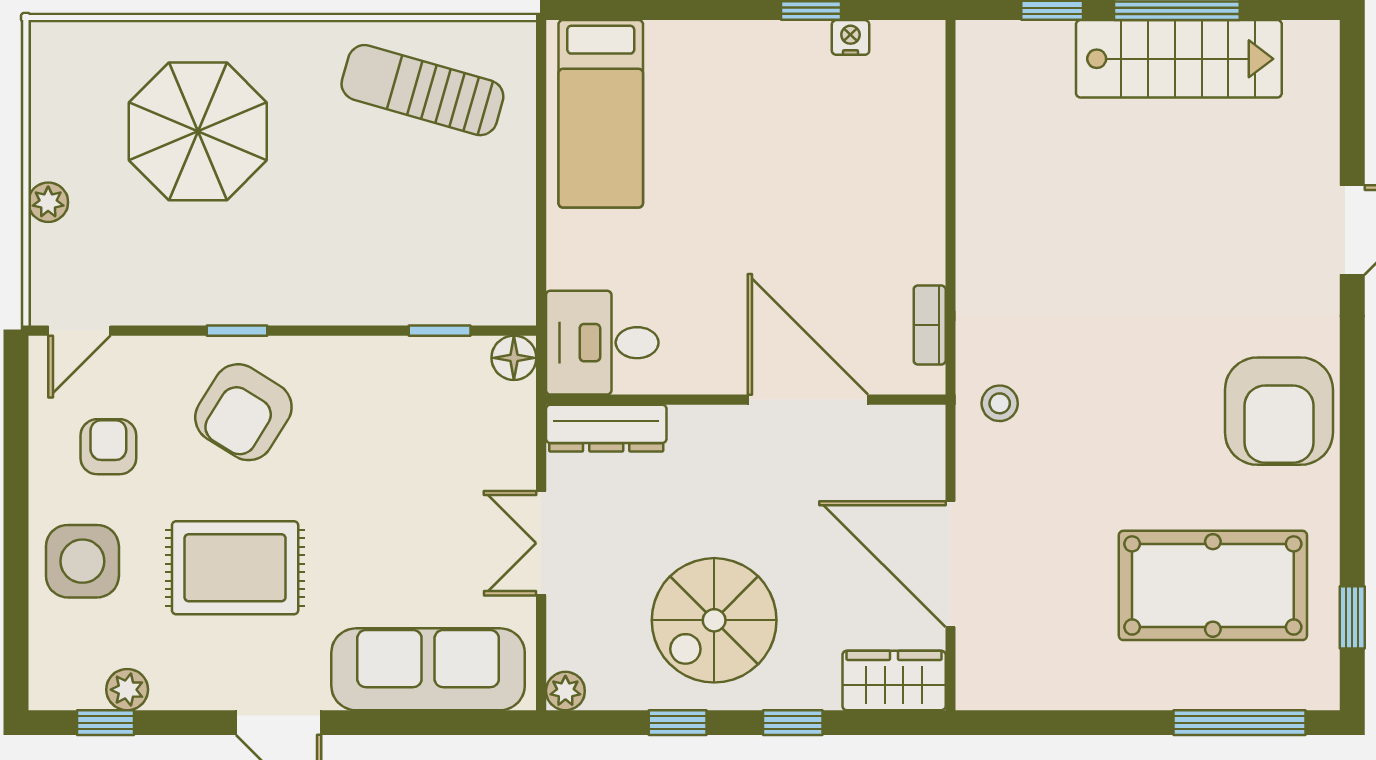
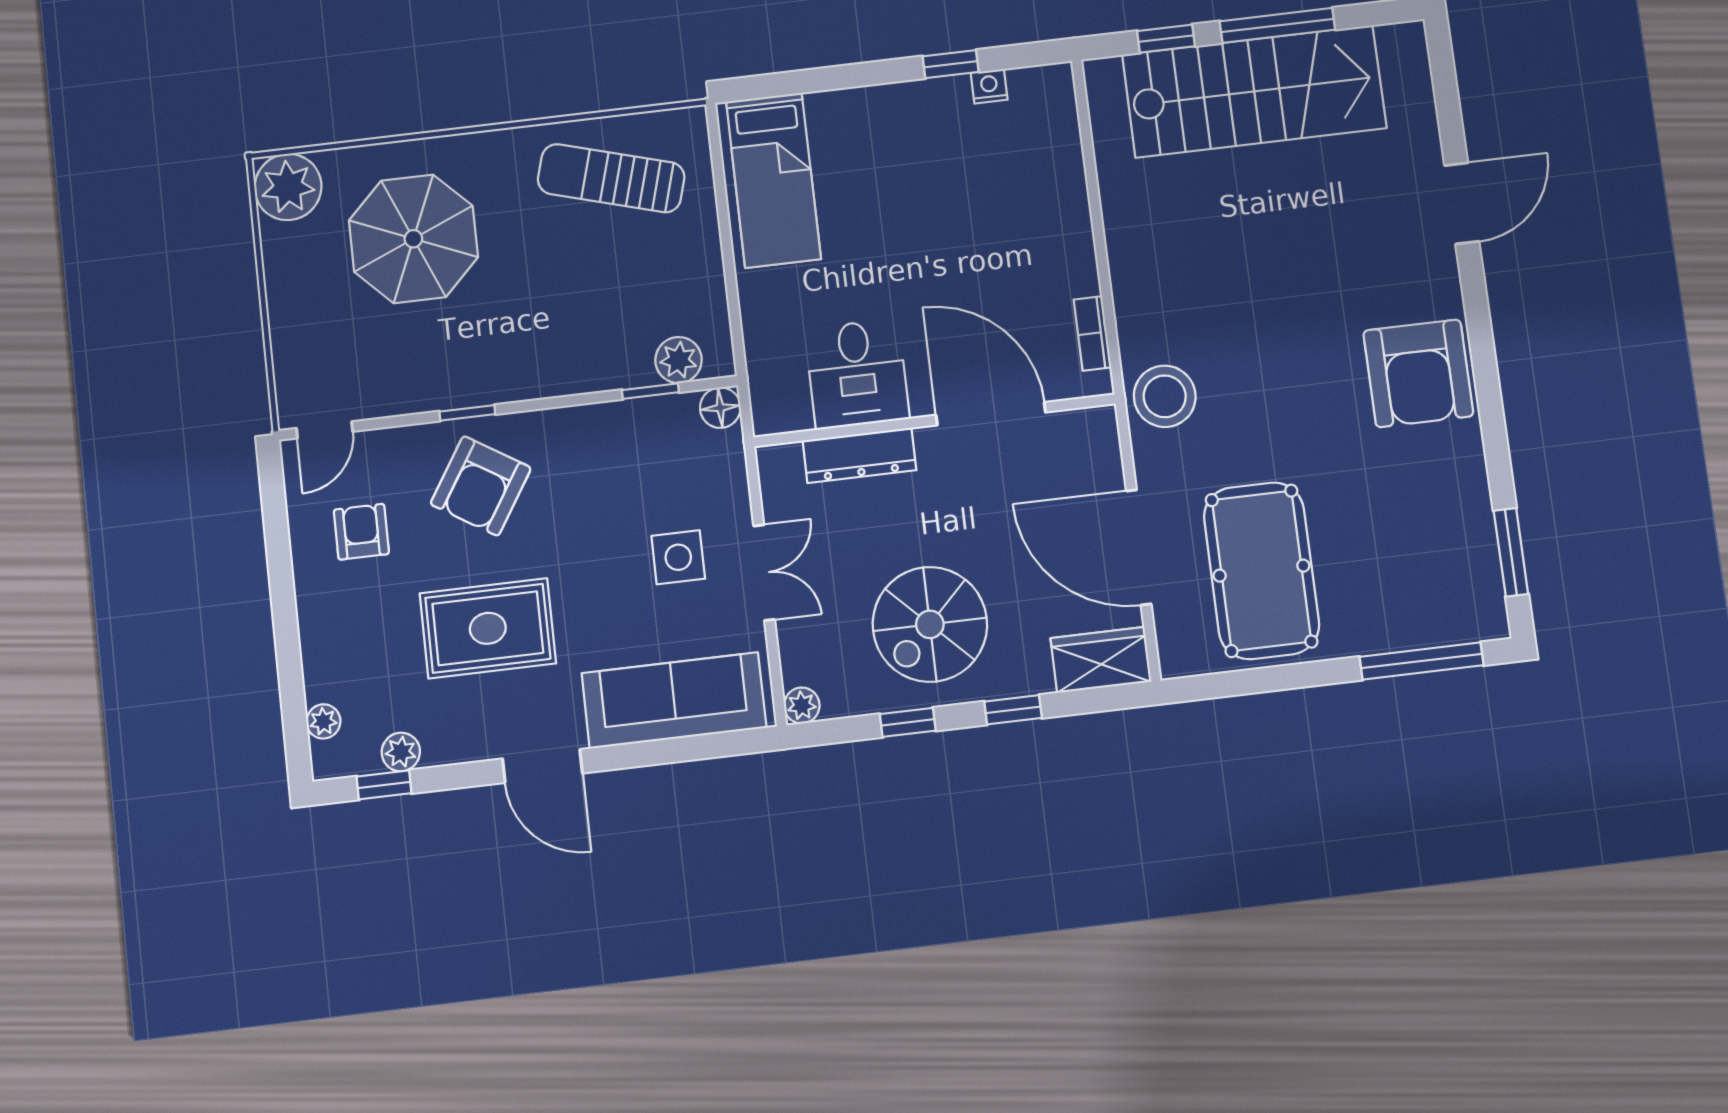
stairs: (1179, 59) -> (1254, 91), width x1.36, depth x1.51
plant: (48, 202) -> (288, 187), moved, width x1.88, depth x1.88
plant: (474, 300) -> (679, 360), added
desk: (602, 343) -> (857, 374), moved, turned -90
stool: (1000, 403) -> (1165, 396), width x1.89, depth x1.89
dresser: (606, 428) -> (859, 455), moved
double door: (541, 543) -> (764, 573), swing flipped
side table: (82, 561) -> (678, 557), moved, width x0.73, depth x0.73
pool table: (1213, 585) -> (1261, 571), moved, turned 90
window: (1352, 617) -> (1511, 552), width x1.50
plant: (47, 647) -> (323, 721), added

